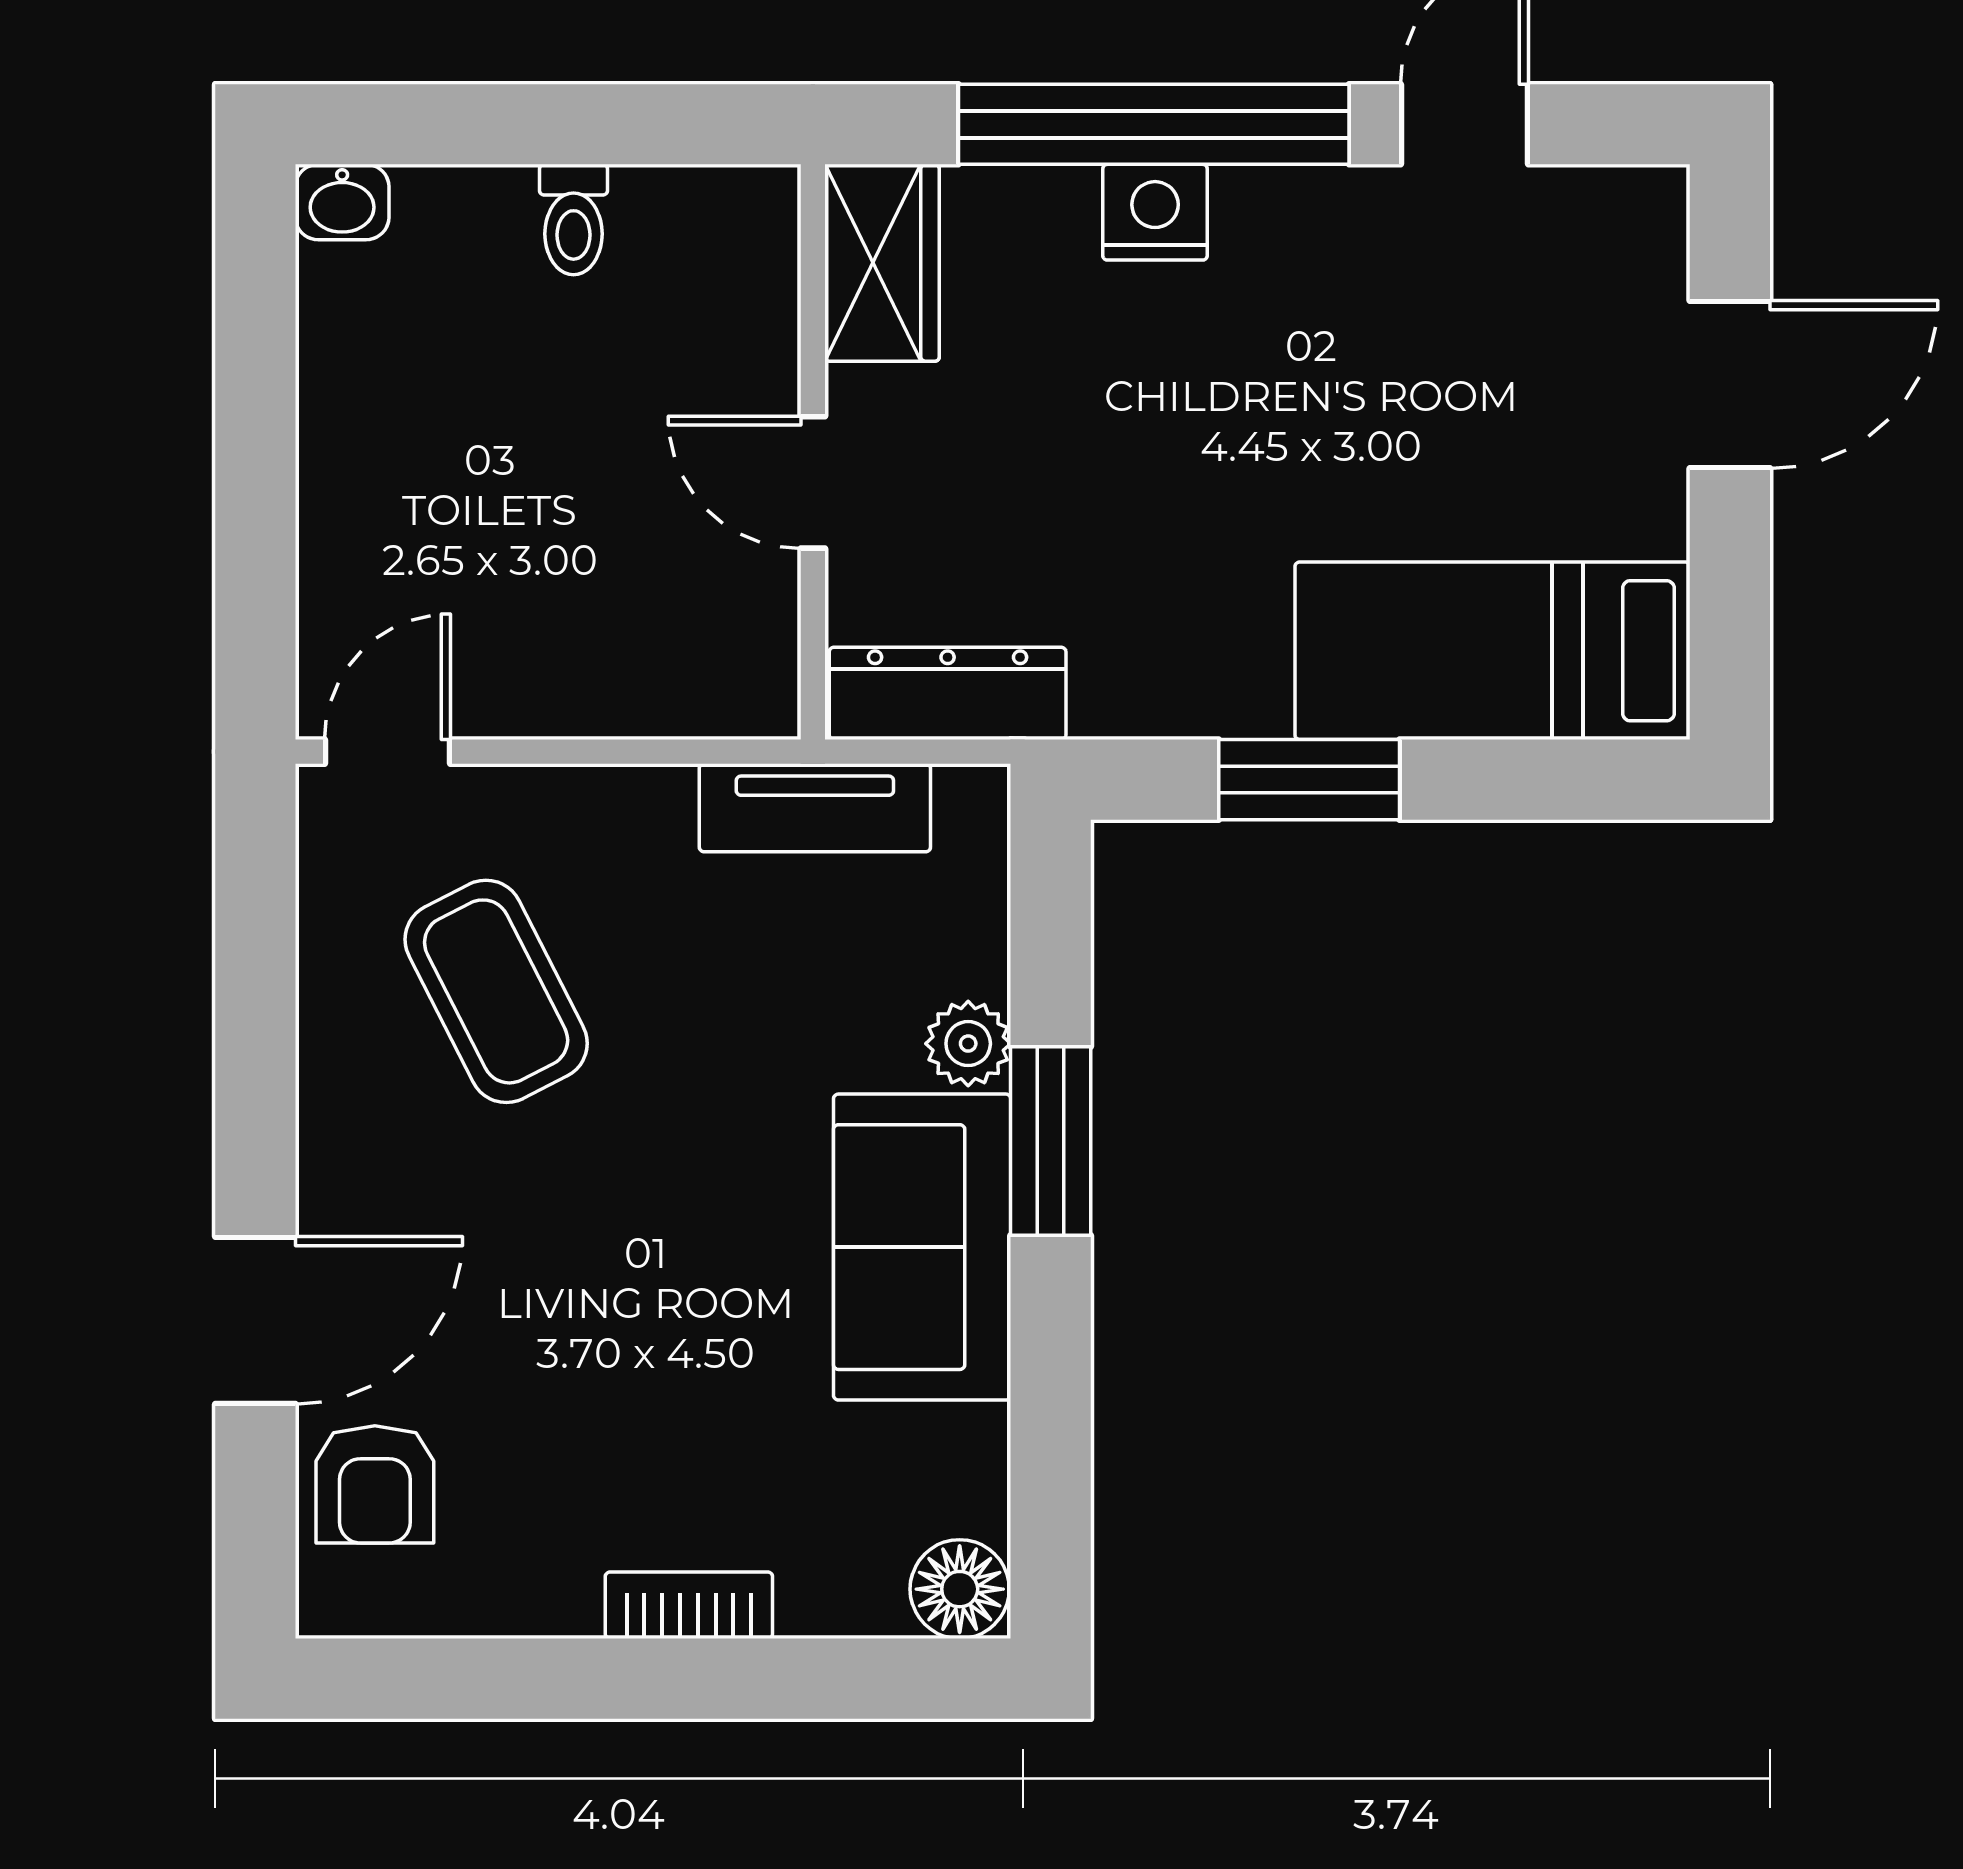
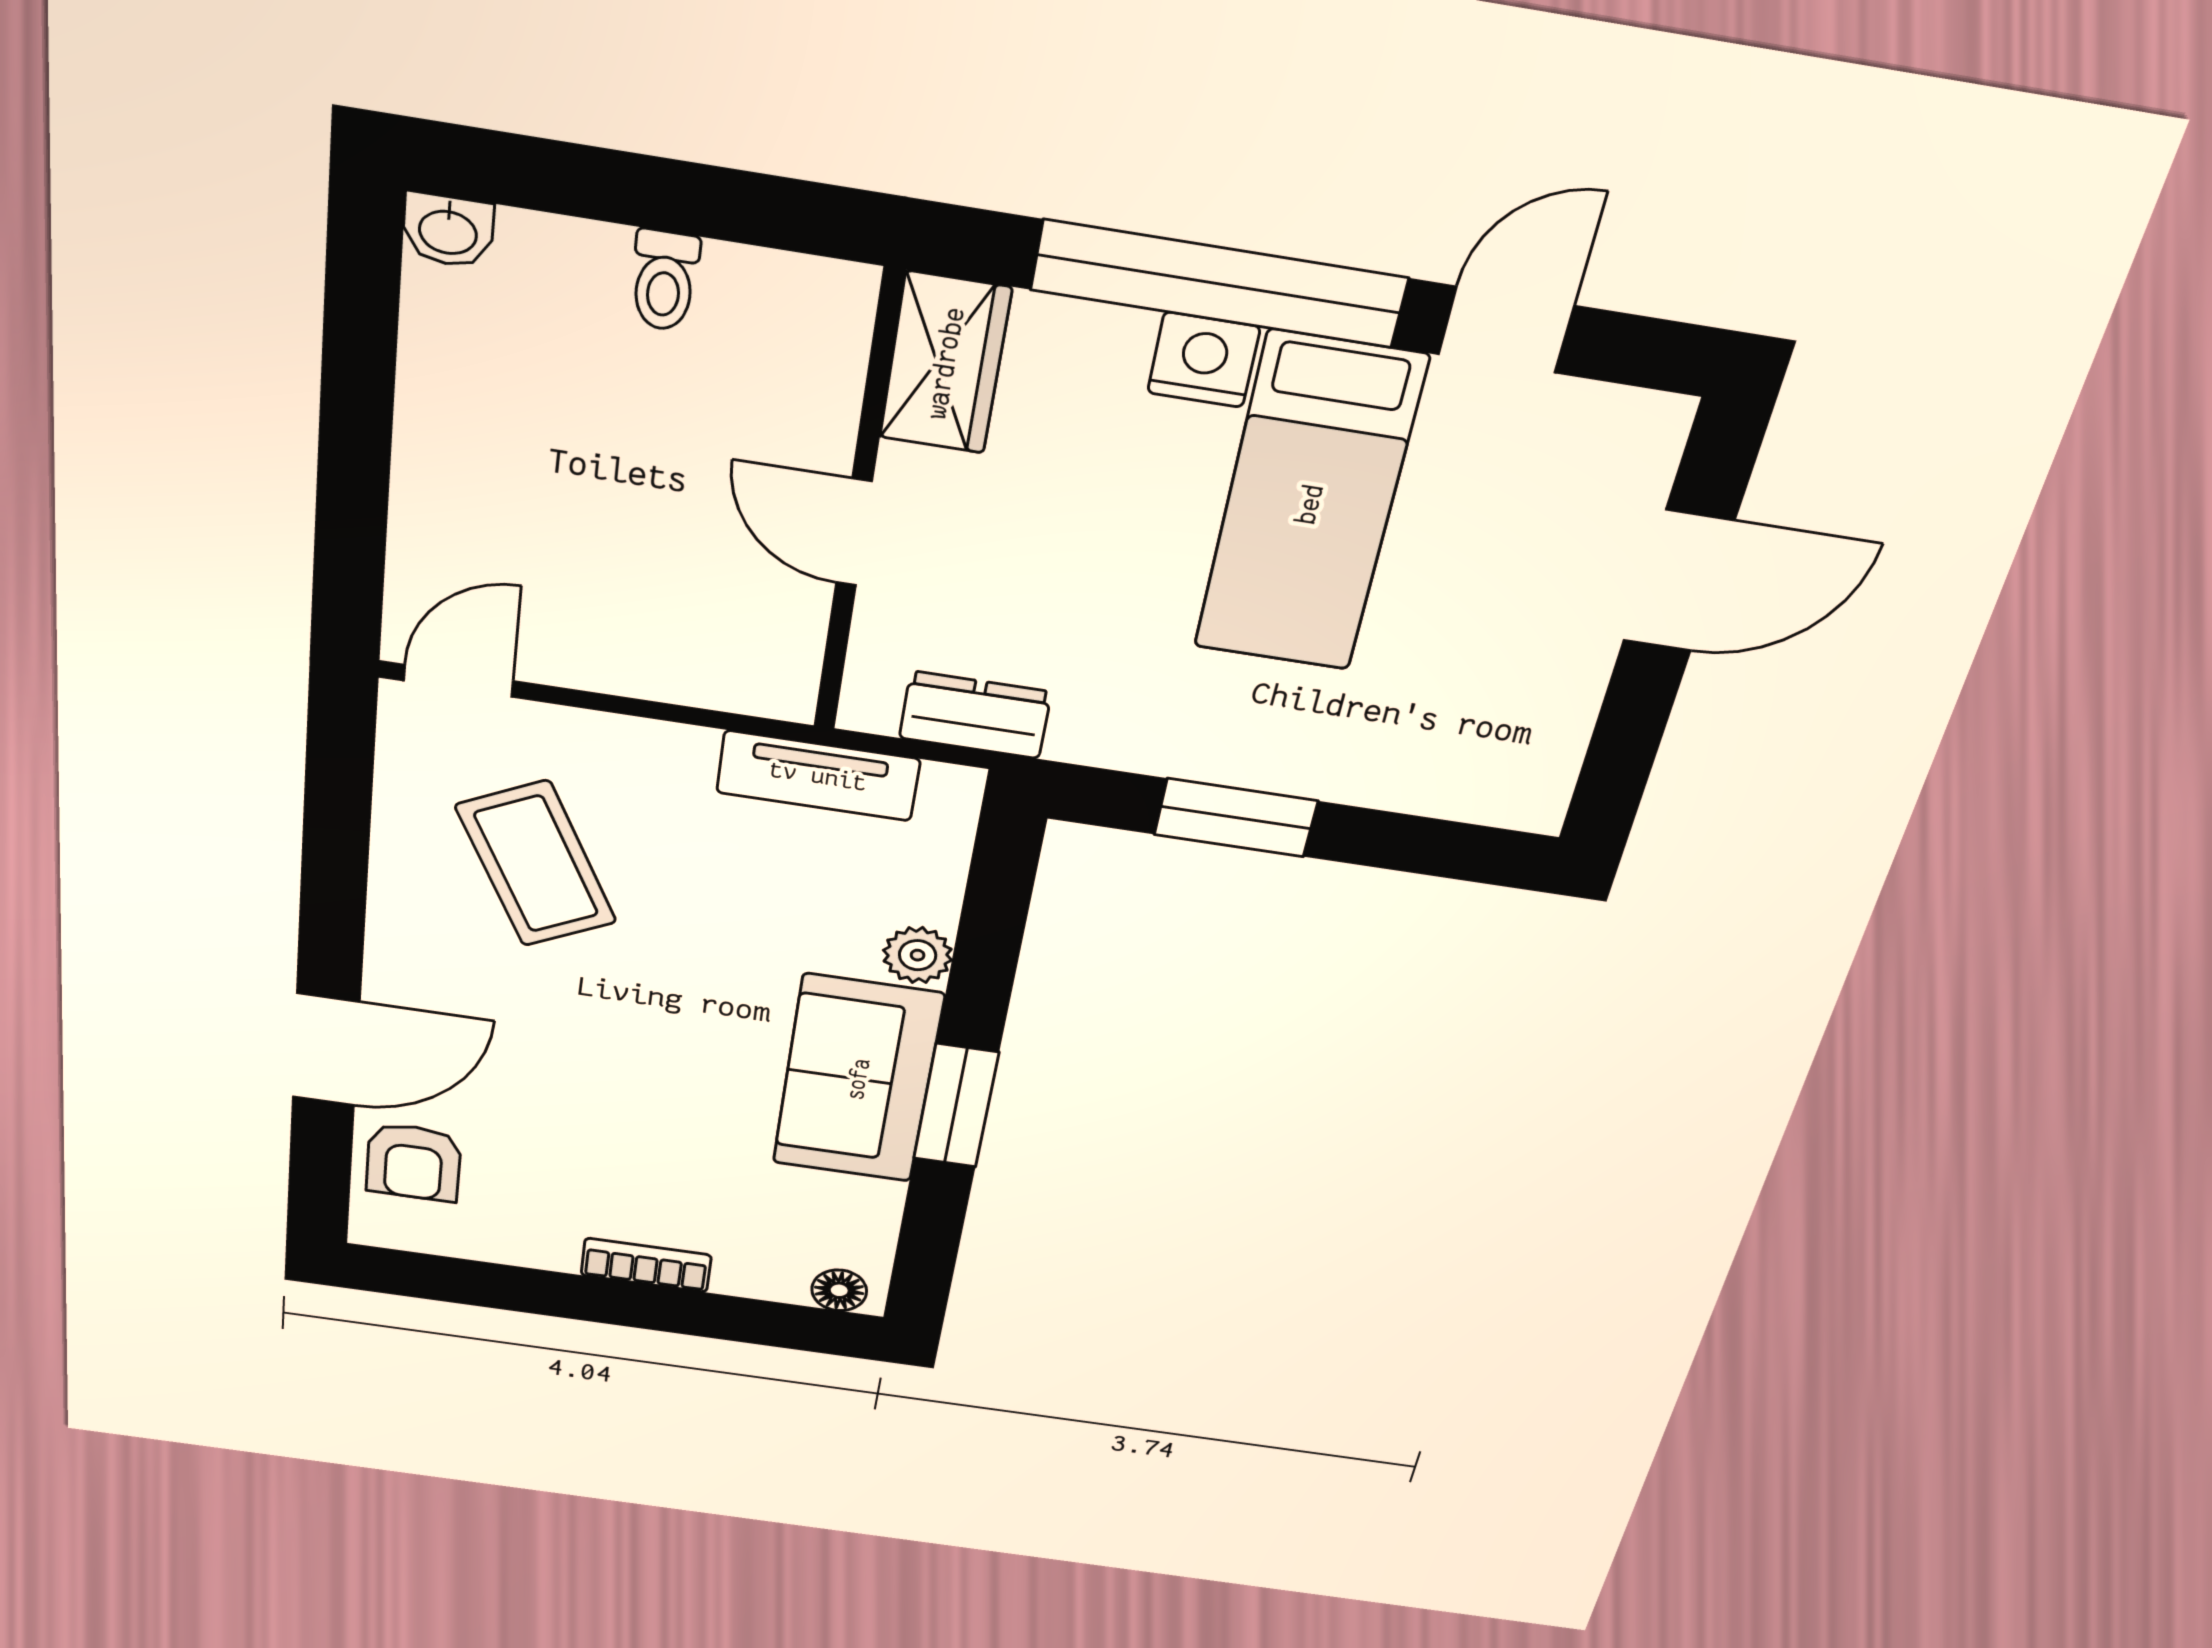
bed: (1492, 651) -> (1309, 504), moved, turned -90
dresser: (948, 693) -> (975, 715), width x0.70
window: (1051, 1141) -> (956, 1106), moved
floor lamp: (960, 1589) -> (839, 1290), width x0.73, depth x0.73

